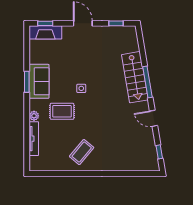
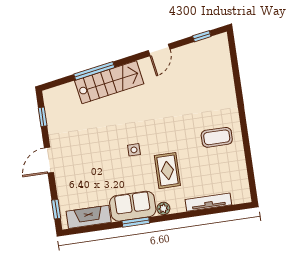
fireplace: (45, 32) -> (89, 217), moved, turned -90
window: (148, 82) -> (94, 71), moved
plant: (34, 116) -> (163, 208), moved
coffee table: (82, 152) -> (217, 137), turned -40

